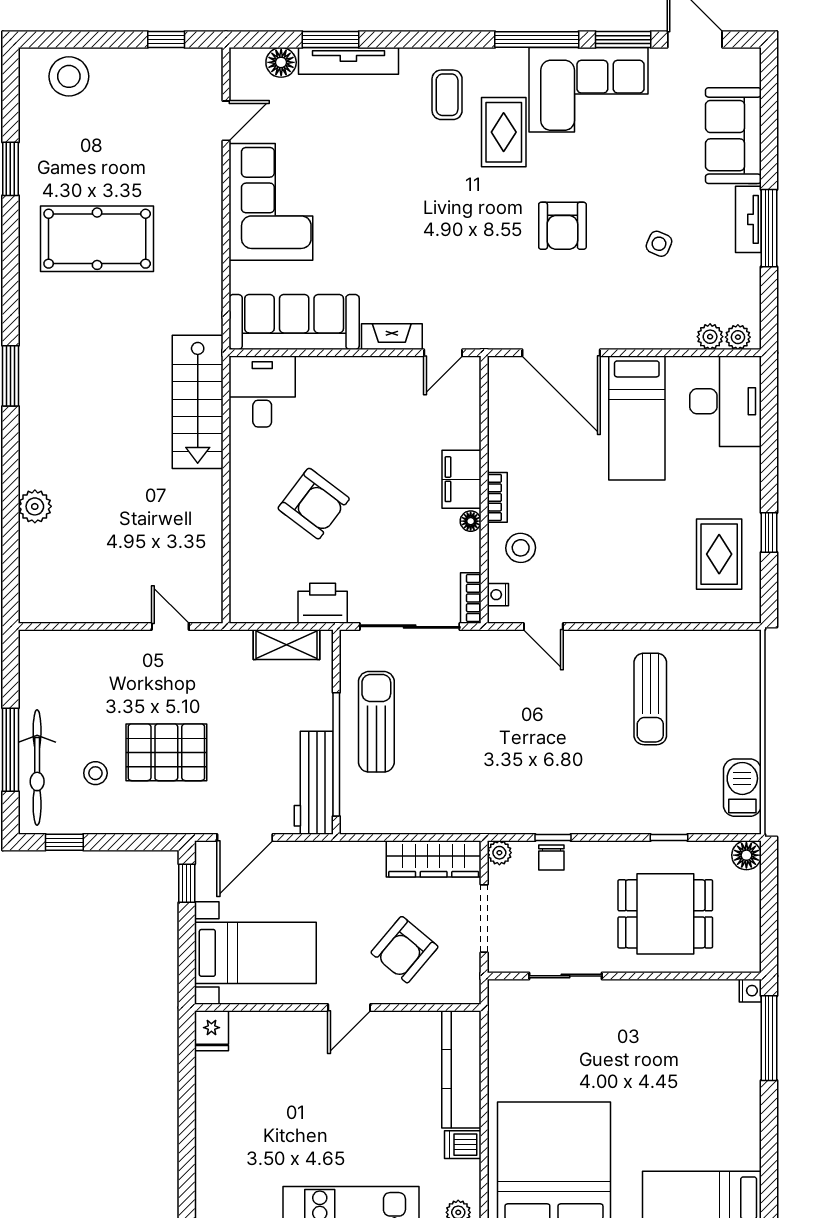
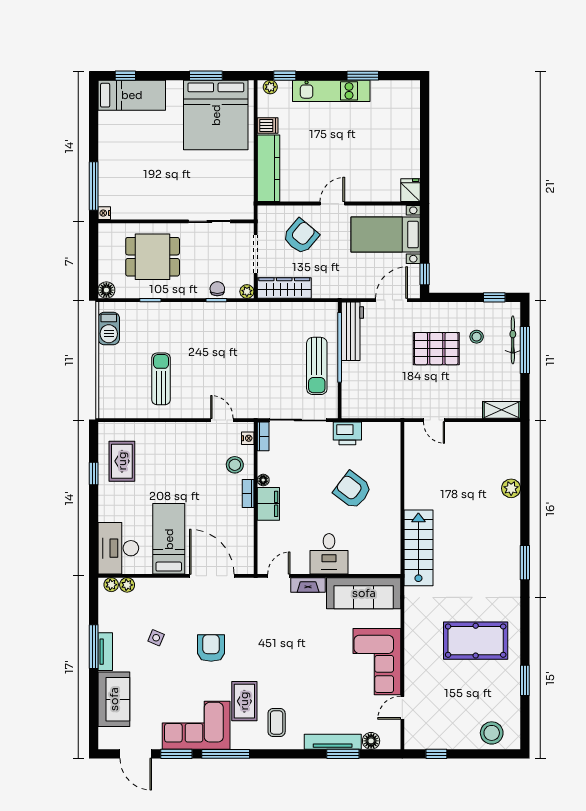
desk: (262, 392) -> (329, 554), moved
shelving: (286, 645) -> (502, 410), moved
bicycle: (37, 768) -> (513, 340), width x0.73, depth x0.71

